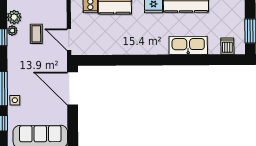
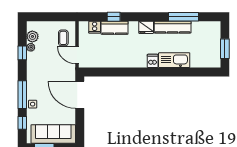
coffee table: (36, 34) -> (63, 38), moved
dishwasher: (227, 46) -> (153, 61), moved

